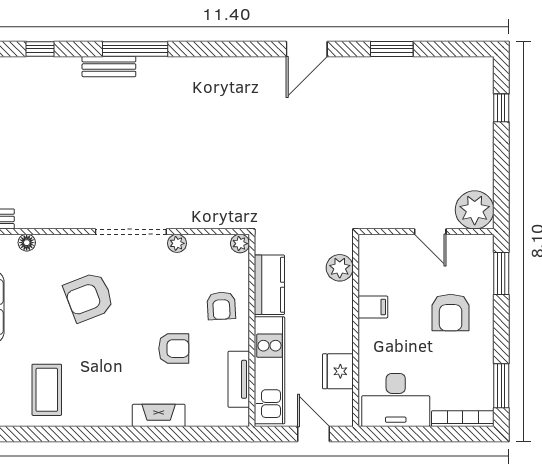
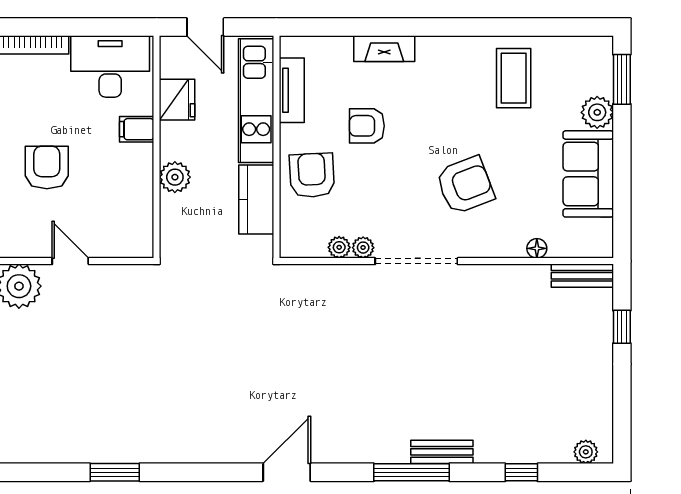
door: (307, 49) -> (287, 472), moved
plant: (240, 244) -> (339, 247), moved
plant: (340, 268) -> (175, 177), moved
armchair: (221, 306) -> (312, 175), width x1.38, depth x1.38
filing cabinet: (373, 307) -> (137, 129), moved

